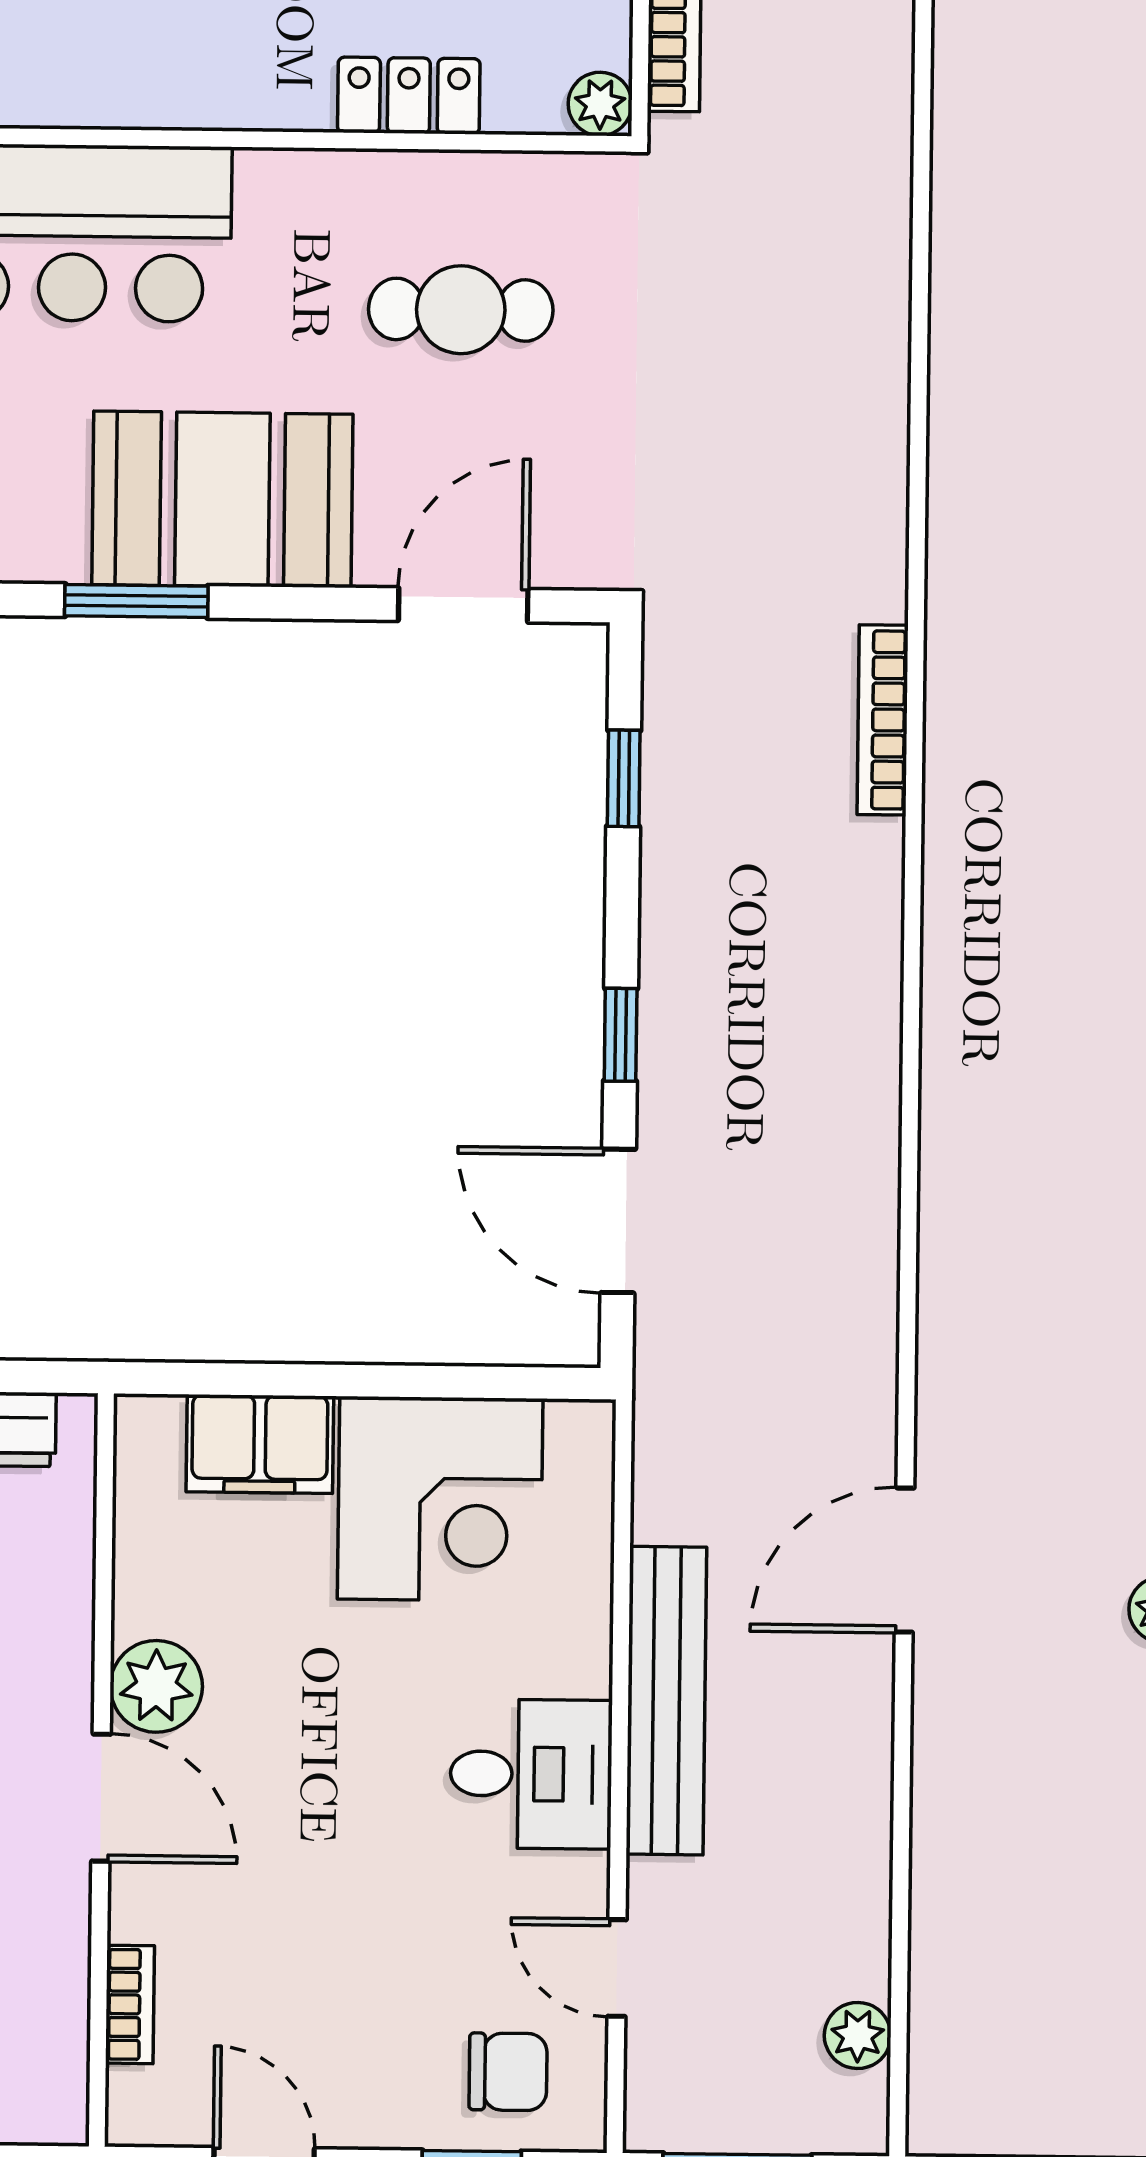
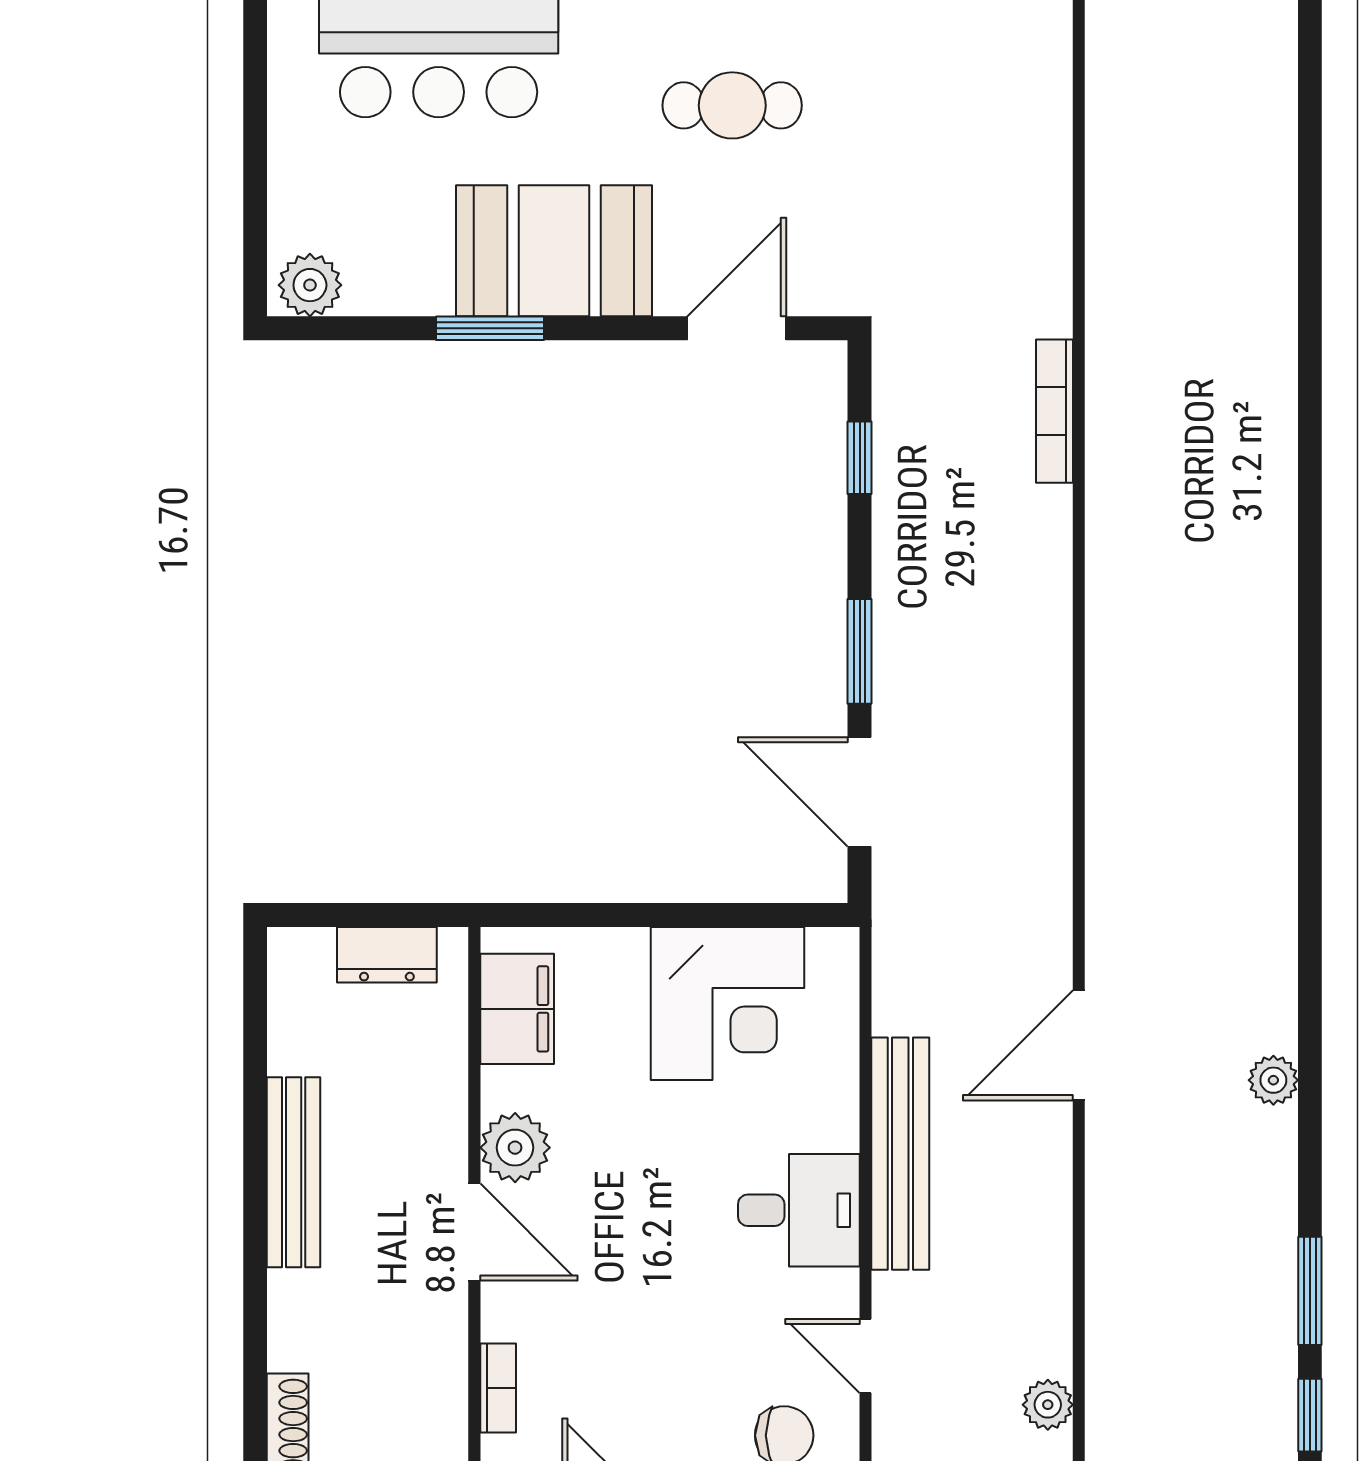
window: (621, 1035) -> (860, 651), width x1.50
filing cabinet: (260, 1444) -> (517, 1009), moved, turned -90

